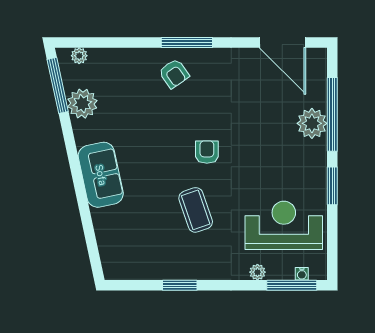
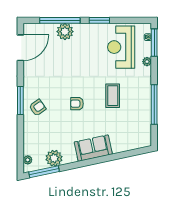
armchair: (207, 152) -> (77, 104), moved
coffee table: (196, 210) -> (113, 96), turned -71
window: (180, 285) -> (154, 104), width x2.11

